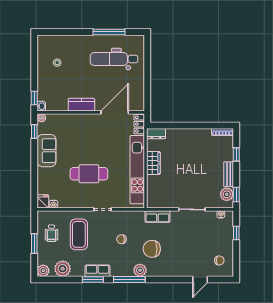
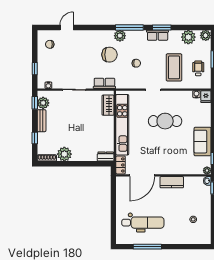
plant: (203, 136) -> (64, 154), added
wardrobe: (153, 163) -> (108, 105), moved

